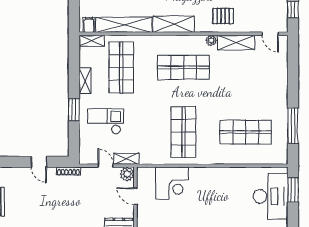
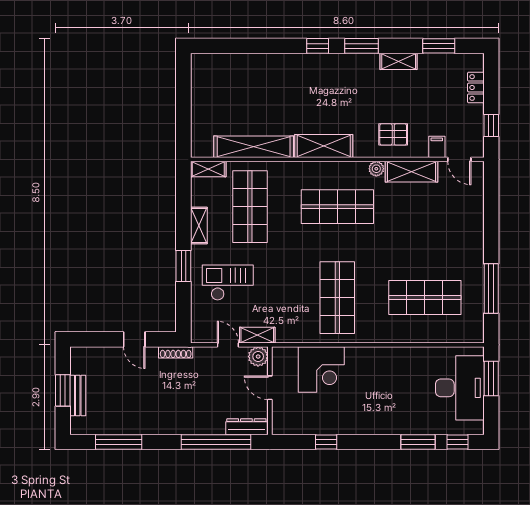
filing cabinet: (89, 25) -> (437, 147), moved

